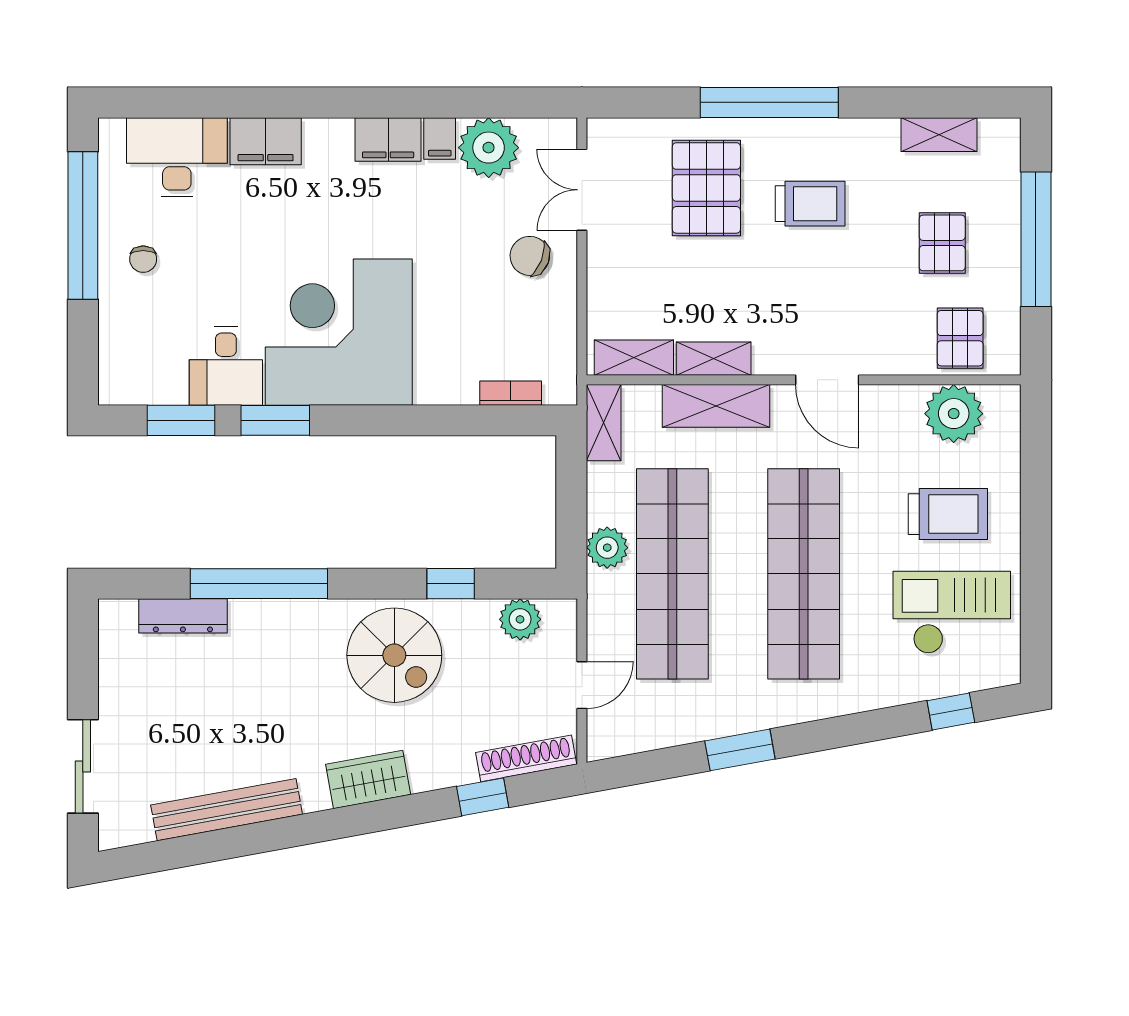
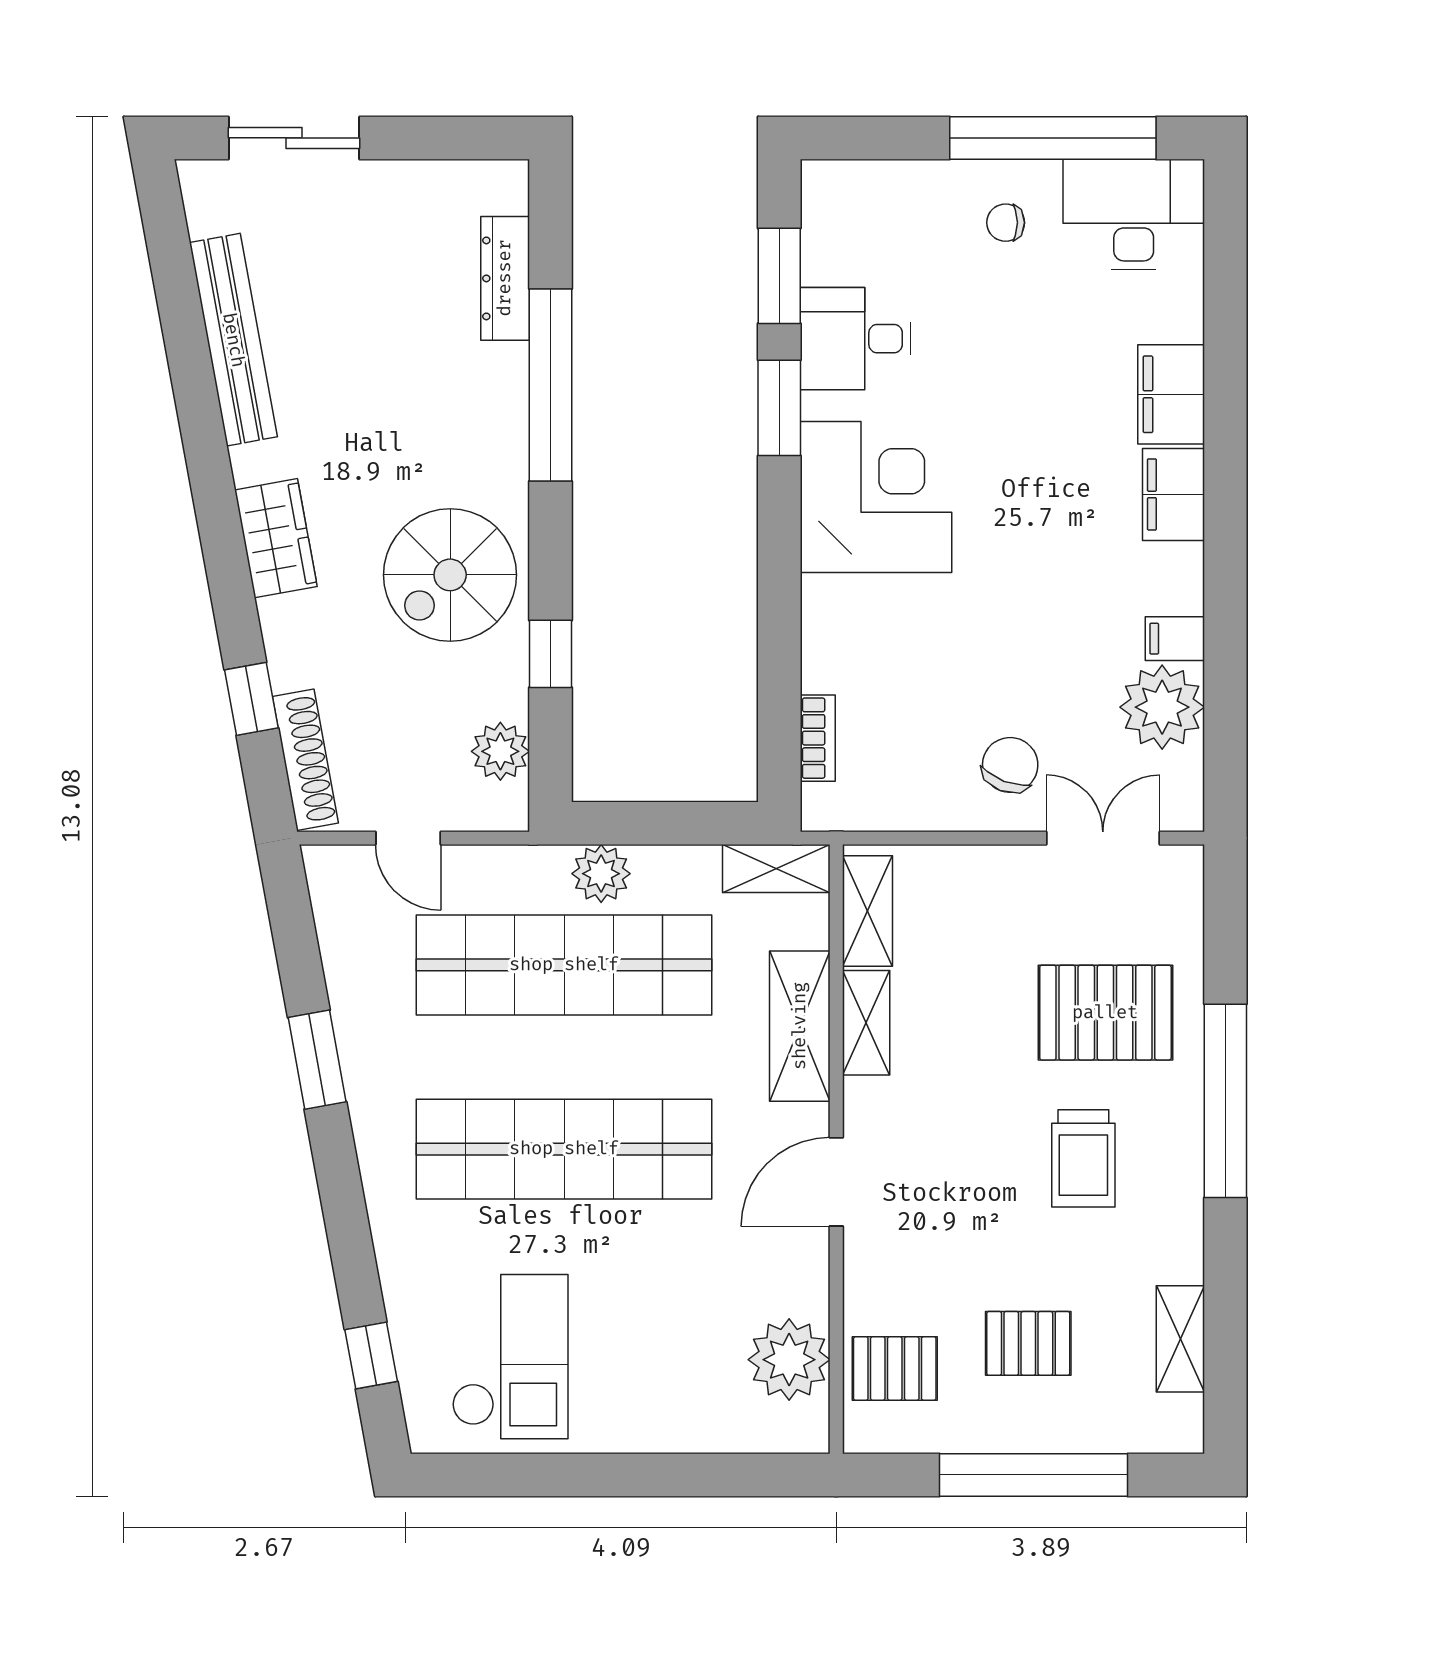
filing cabinet: (388, 139) -> (1173, 494), moved
desk: (177, 157) -> (1134, 214), moved, turned -90
corner desk: (339, 332) -> (876, 497), width x0.74, depth x0.74
trolley: (948, 514) -> (648, 1351), removed

